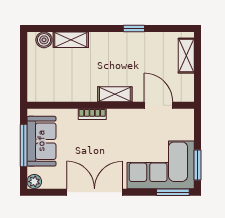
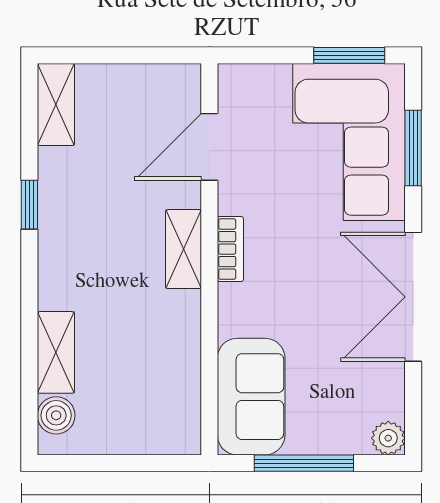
shelving: (186, 56) -> (56, 104), moved, turned 90
bookcase: (92, 114) -> (230, 249), moved
sofa: (41, 141) -> (251, 397), moved, turned 90
window: (173, 192) -> (413, 148), moved

